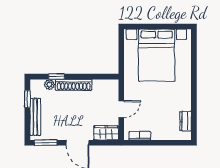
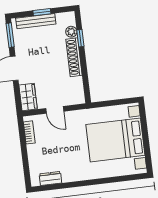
window: (27, 99) -> (42, 12), moved

